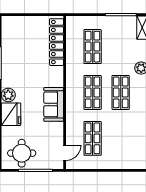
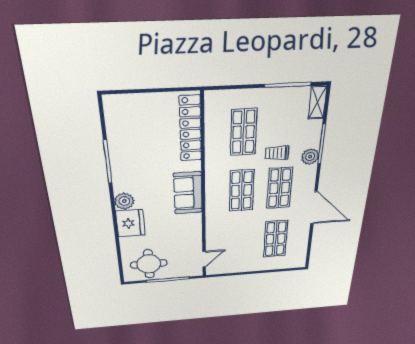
trolley: (117, 64) -> (277, 153), added
sofa: (54, 104) -> (188, 193), moved
shop shelf: (93, 138) -> (276, 239), moved

